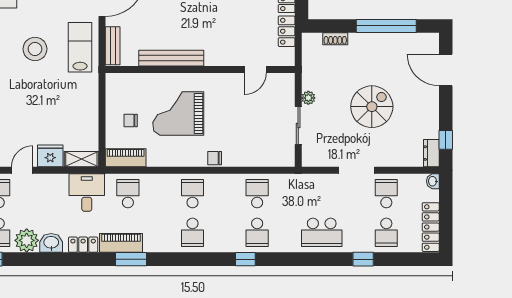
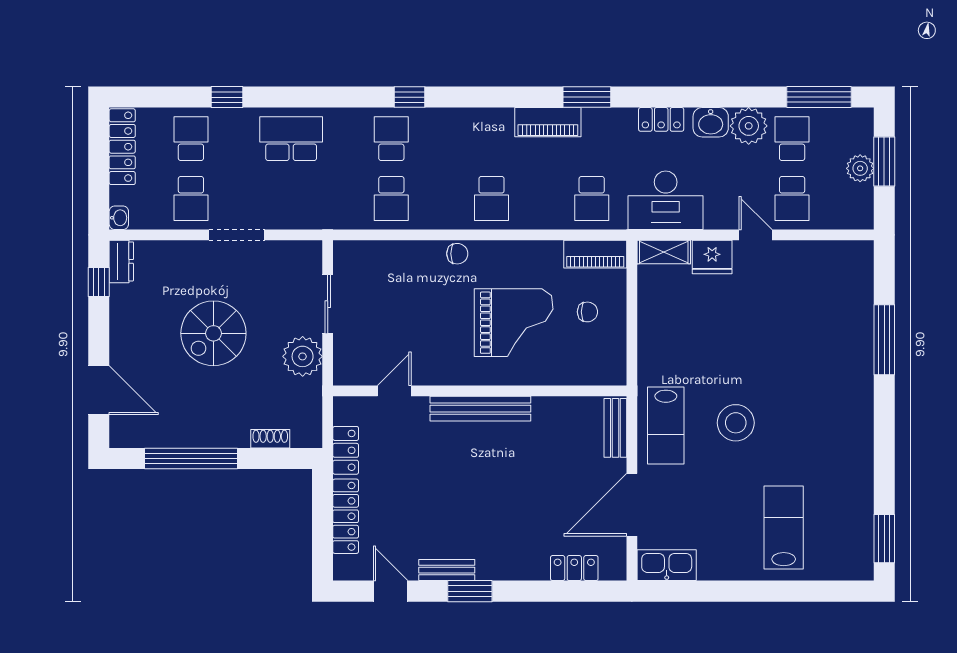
bench: (171, 58) -> (480, 409), moved
plant: (308, 98) -> (303, 356), width x1.88, depth x1.88
door: (22, 170) -> (756, 235), swing flipped
desk: (87, 192) -> (666, 200), width x1.37
school desk: (193, 232) -> (491, 139), removed
piano: (121, 243) -> (548, 122), moved

